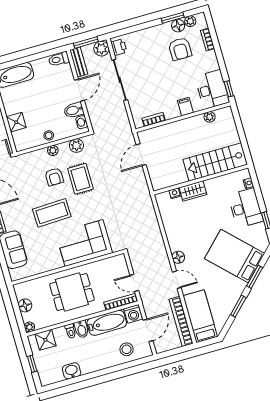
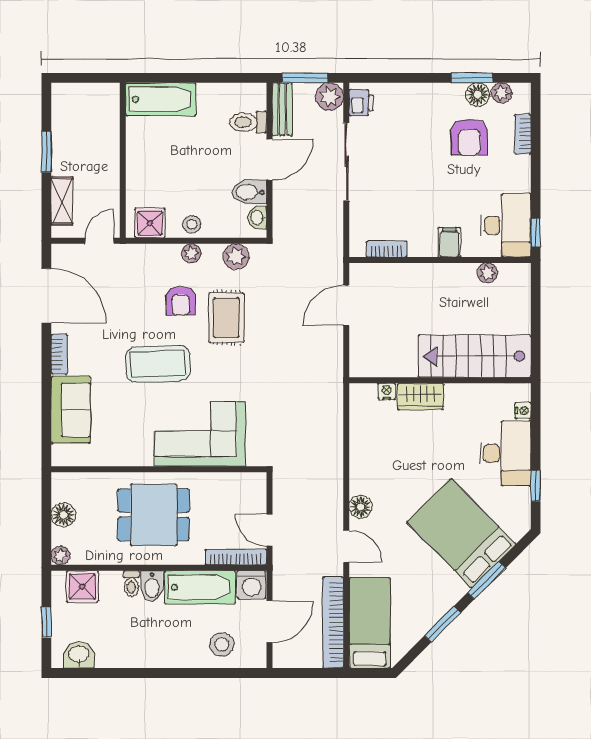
toilet: (59, 59) -> (248, 122), moved
shower: (16, 122) -> (150, 223), moved
washbasin: (72, 371) -> (79, 655), moved

